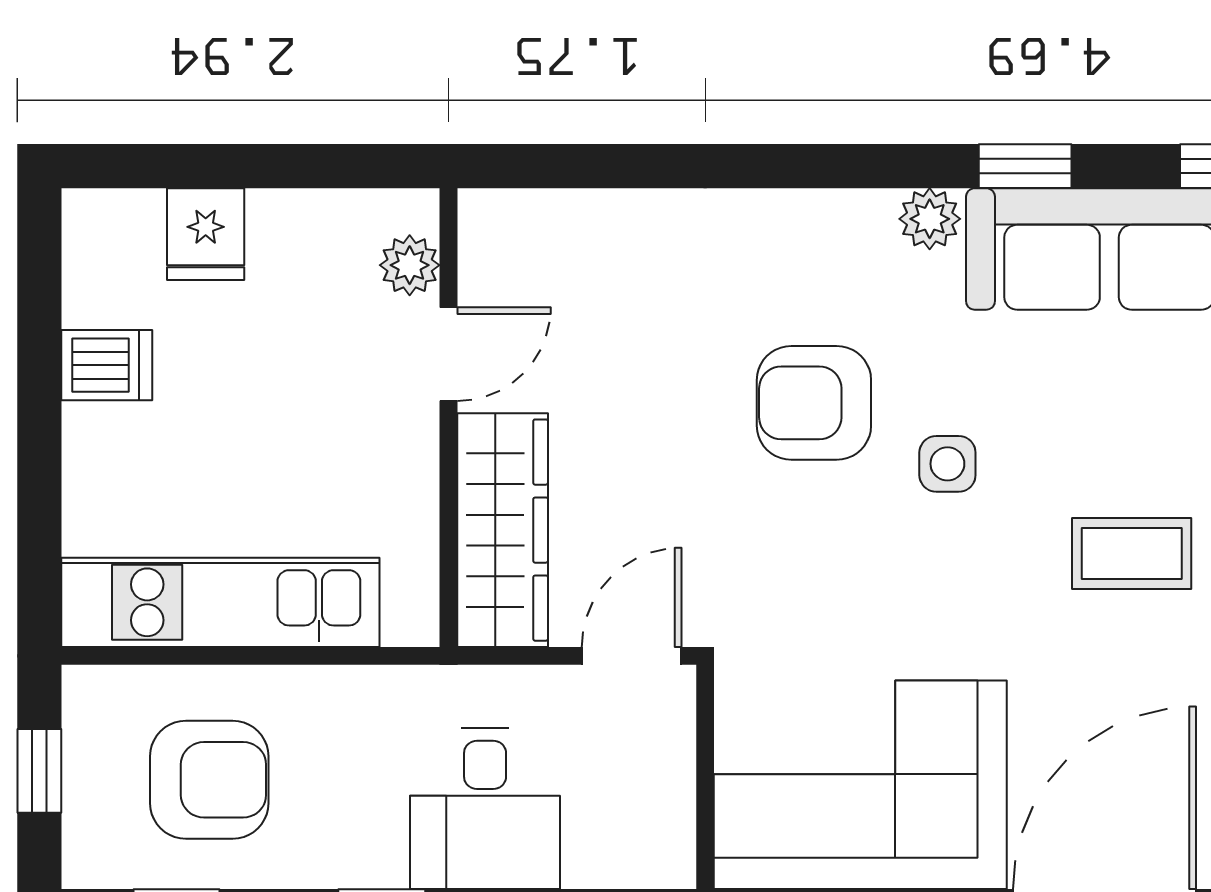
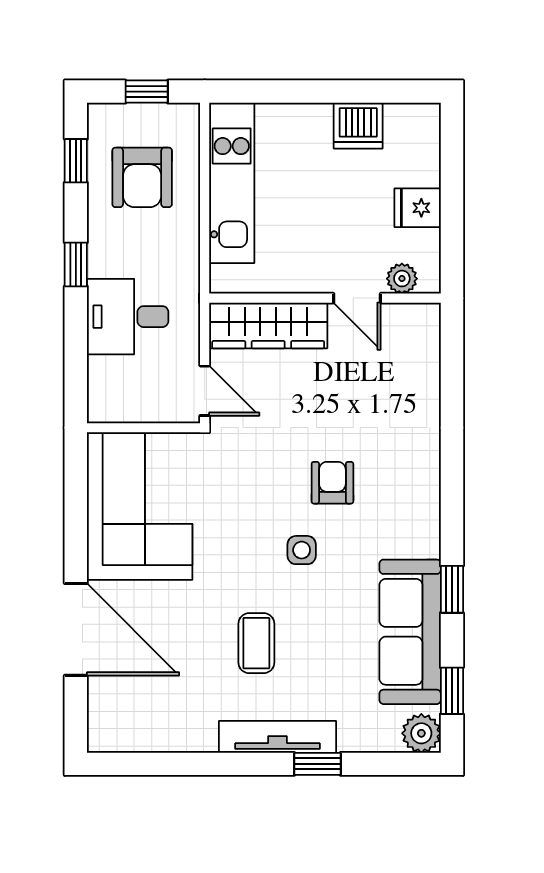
plant: (930, 219) -> (425, 541), removed
fridge: (206, 234) -> (418, 208), moved
dishwasher: (107, 365) -> (358, 126), width x1.38
armchair: (814, 403) -> (332, 483), width x0.72, depth x0.72

